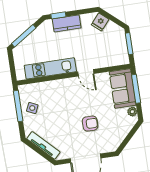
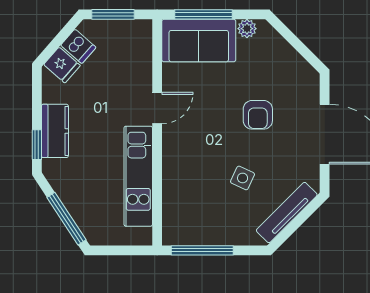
dishwasher: (111, 29) -> (78, 46), added
side table: (32, 108) -> (243, 178), moved
armchair: (90, 124) -> (258, 115), turned 180

